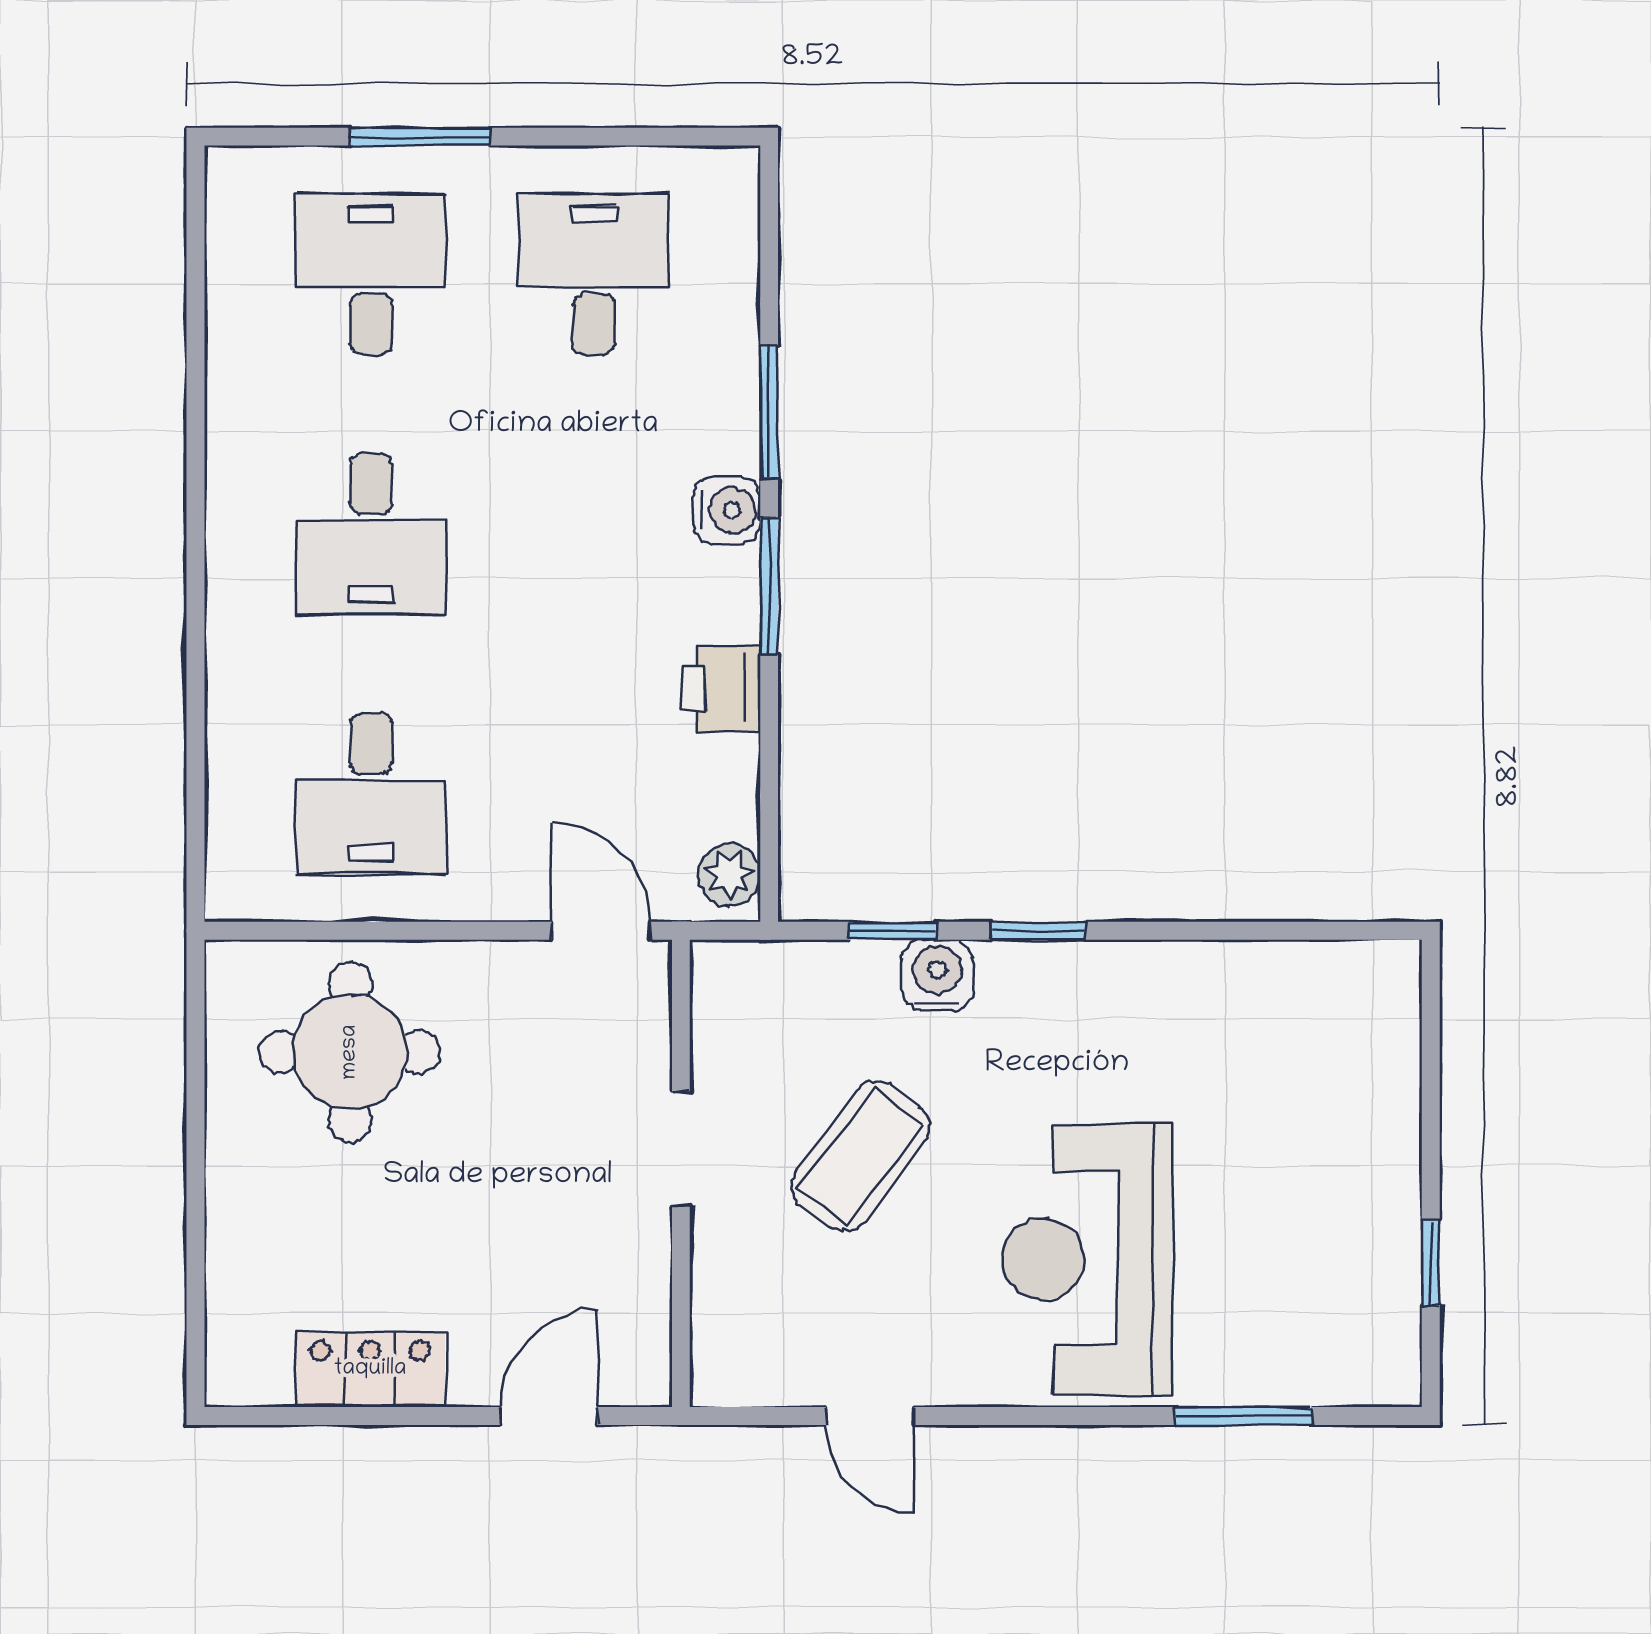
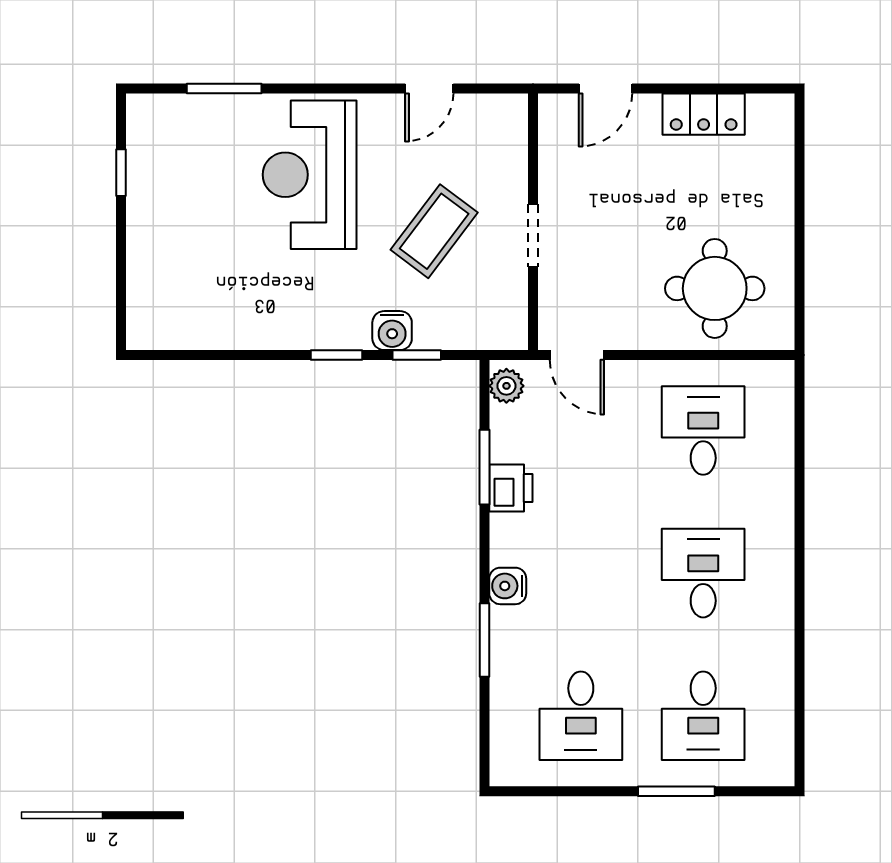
window: (769, 586) -> (484, 467), moved
reception desk: (1088, 1259) -> (310, 175), turned 180
door: (870, 1416) -> (429, 89), swing flipped

